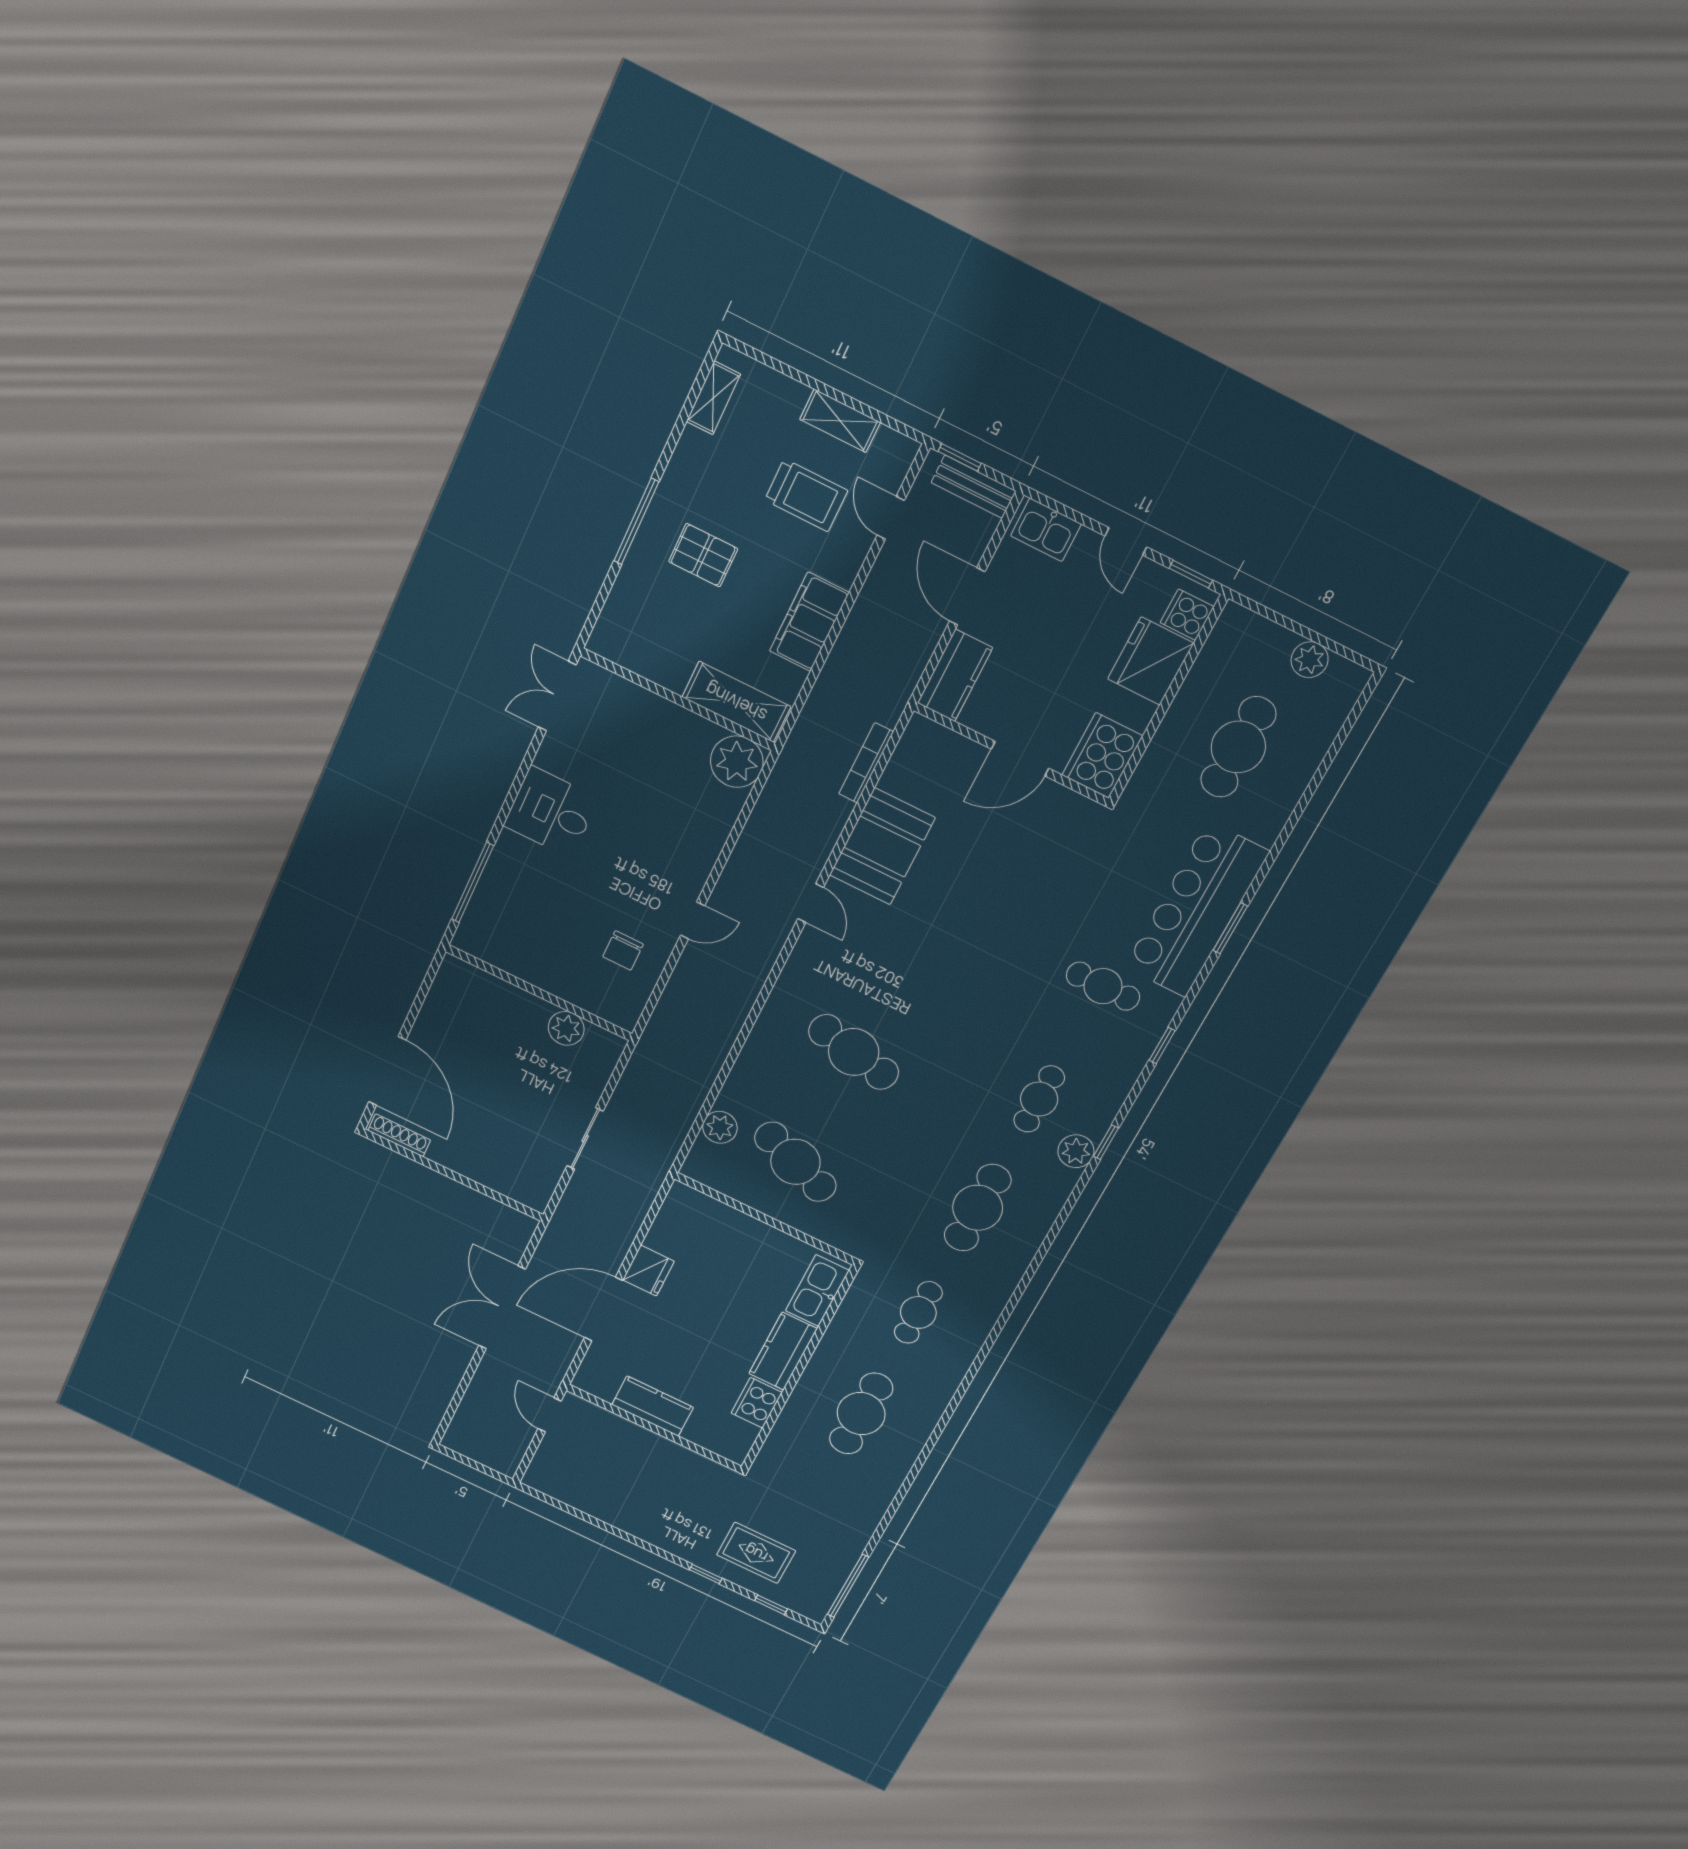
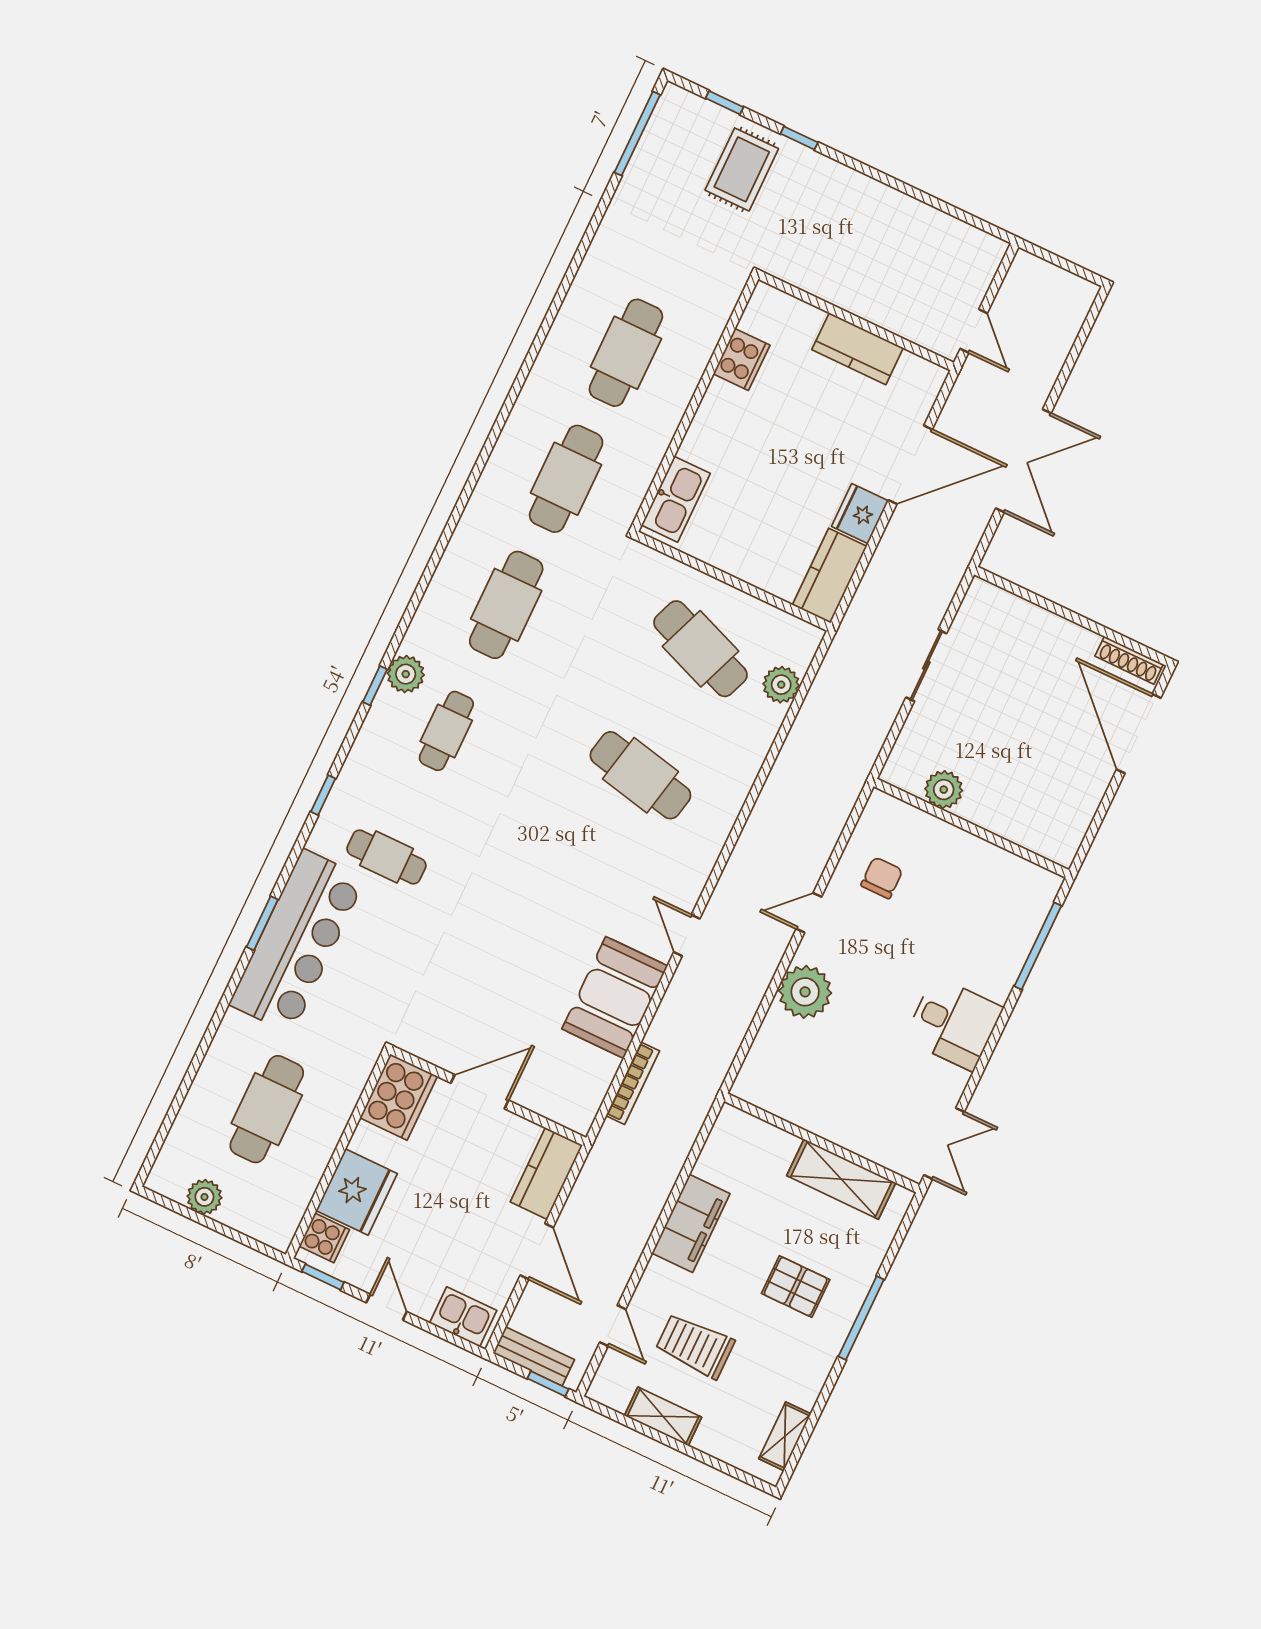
shelving: (736, 702) -> (841, 1179), moved
plant: (737, 762) -> (805, 992), moved
cafe table: (918, 1313) -> (566, 479), width x1.37, depth x1.35
kitchen counter: (783, 1351) -> (830, 576), moved, turned 180
rug: (756, 1553) -> (742, 169), turned 90

